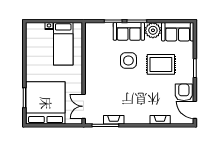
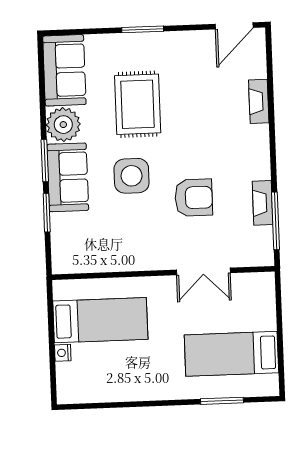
armchair: (184, 92) -> (194, 198), moved, turned 180
bed: (46, 103) -> (231, 354), width x0.49
double door: (84, 106) -> (203, 271), moved

